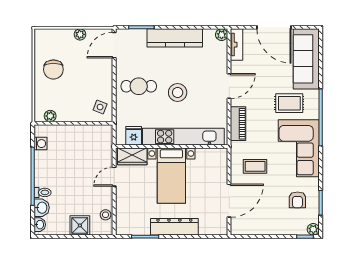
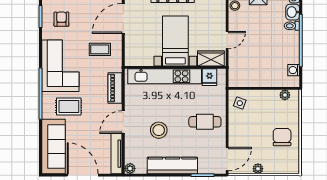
tv unit: (237, 45) -> (117, 154), width x1.41
stool: (178, 92) -> (159, 130), moved

